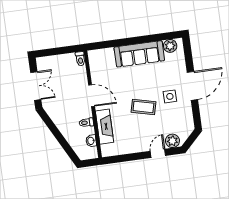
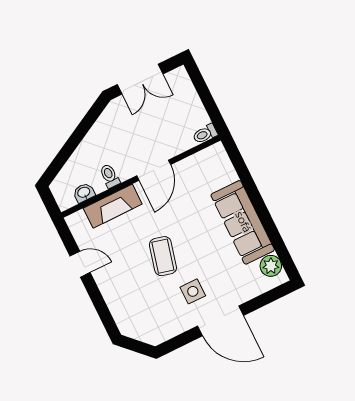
plant: (172, 141) -> (126, 318), removed
door: (158, 153) -> (80, 264), moved

